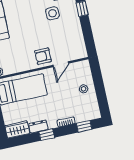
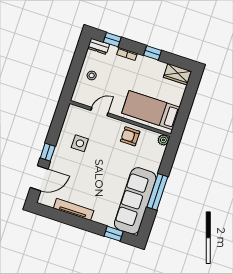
side table: (52, 13) -> (80, 143), moved
armchair: (43, 56) -> (130, 136), moved, turned 180
dresser: (38, 127) -> (99, 46), moved

